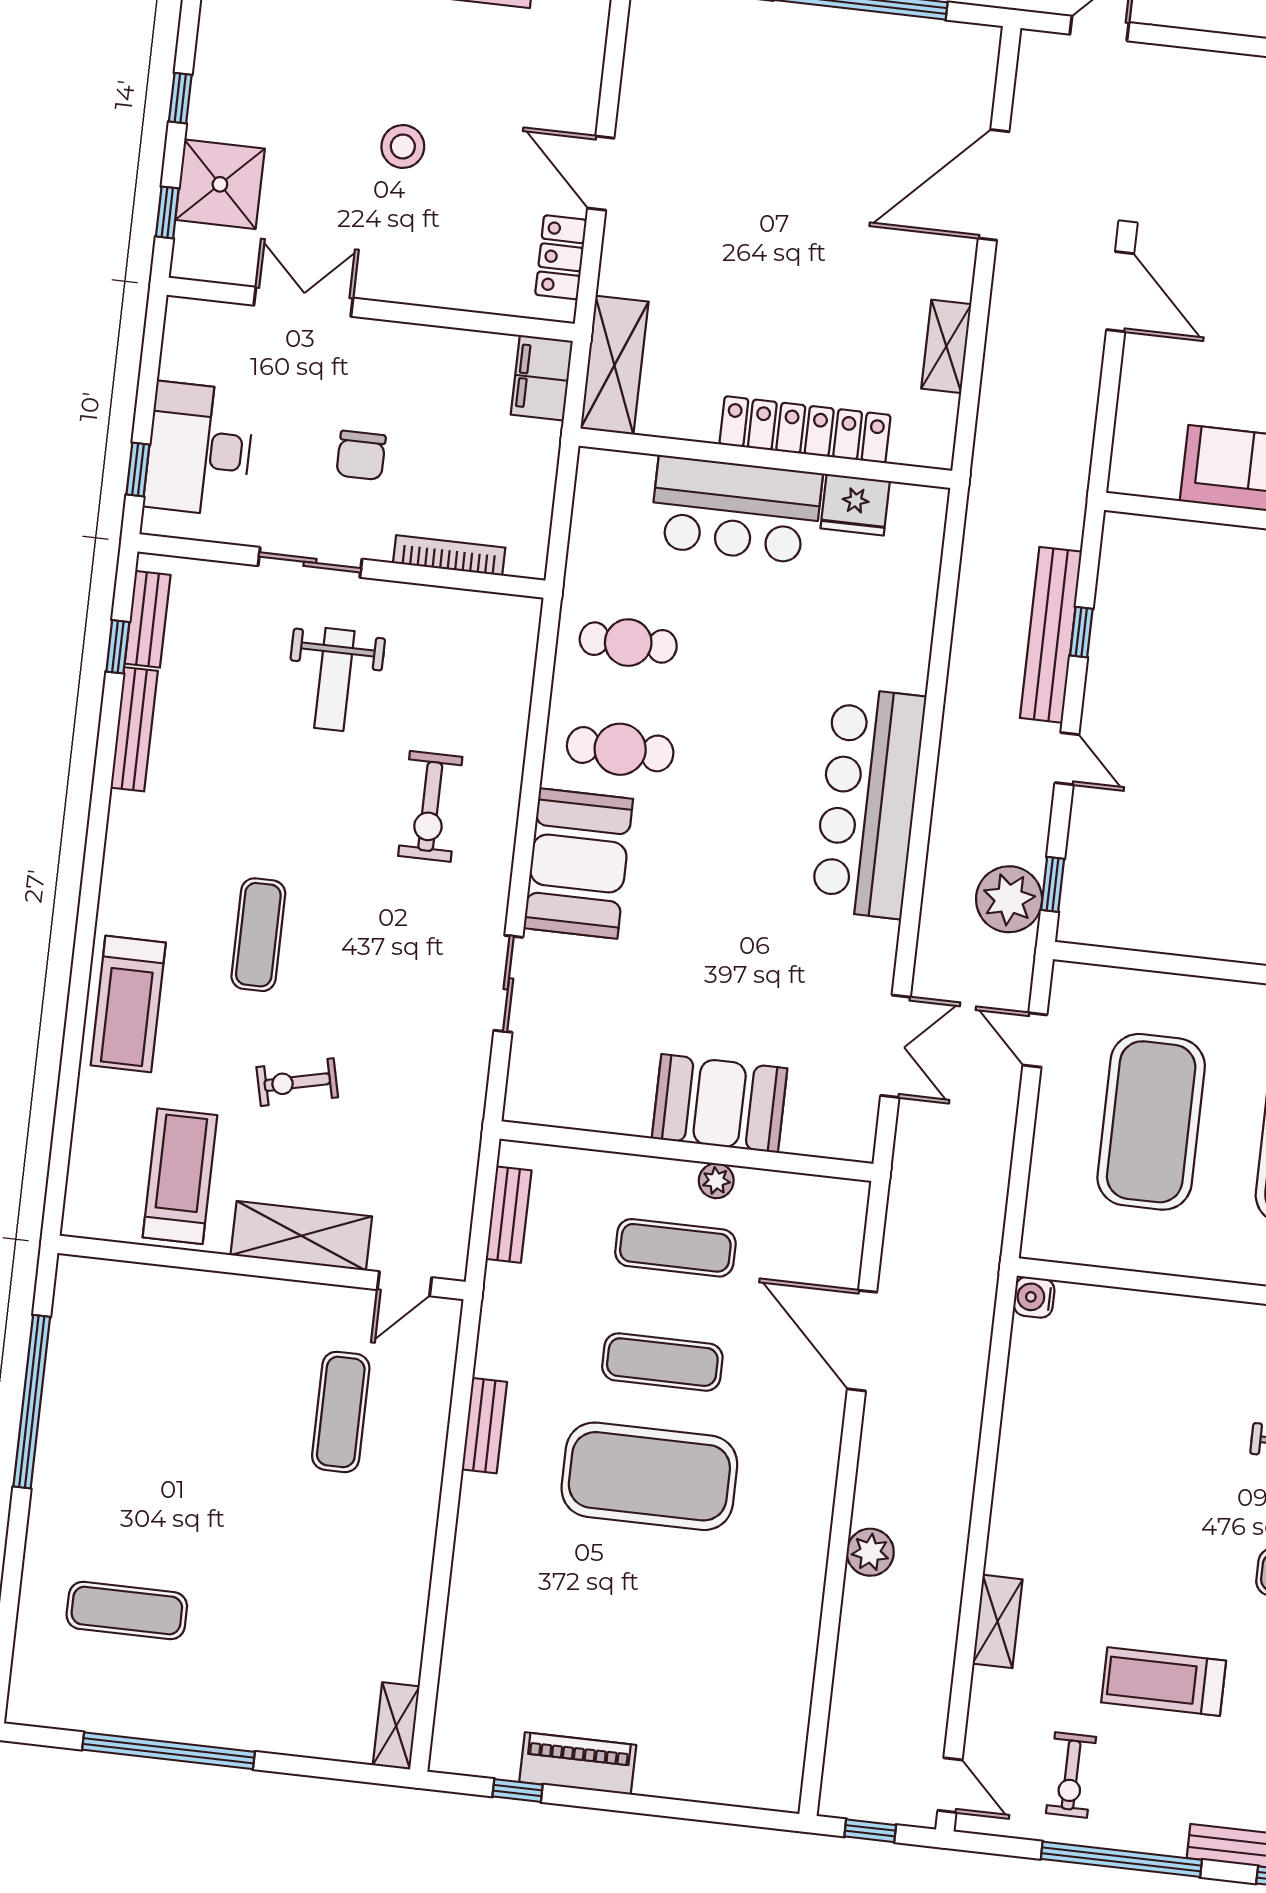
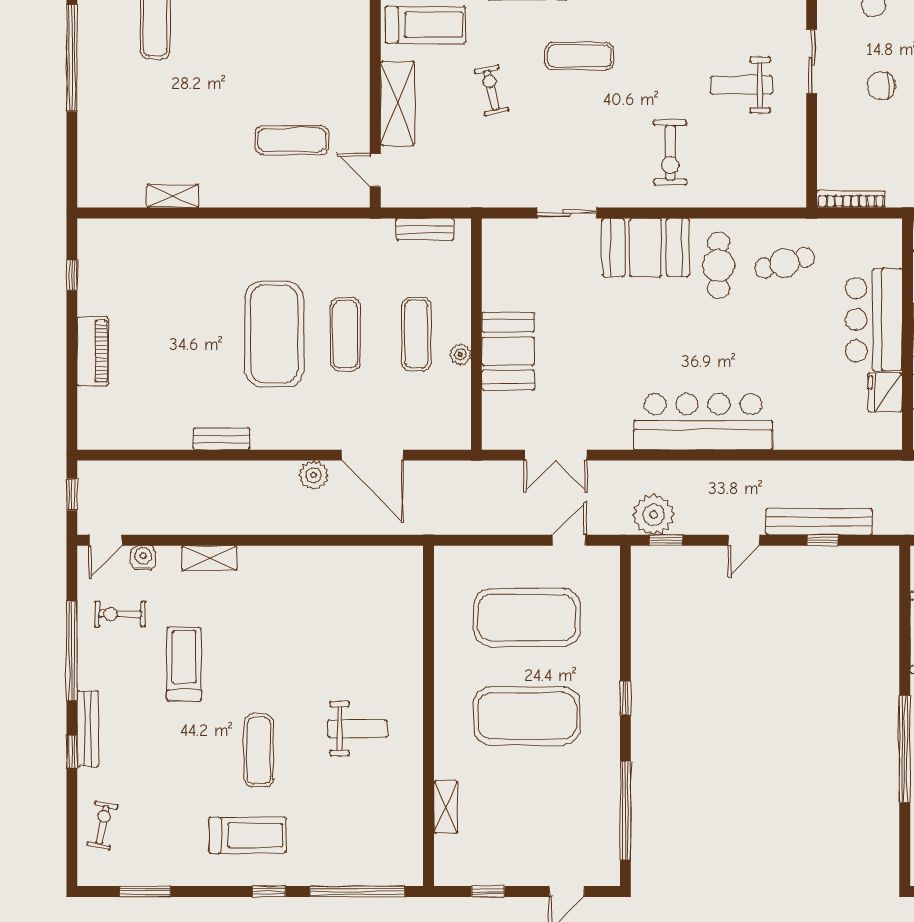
bookcase: (449, 555) -> (851, 199), moved, turned -90
cafe table: (628, 643) -> (785, 263), turned 75
exercise bike: (430, 806) -> (670, 153), turned -90
water cooler: (1034, 1297) -> (143, 558), moved
door: (862, 1341) -> (372, 455), swing flipped
bench: (484, 1426) -> (222, 439), moved
plant: (870, 1552) -> (314, 475), moved
shelving: (396, 1726) -> (173, 196), moved
piano: (578, 1763) -> (93, 351), moved

